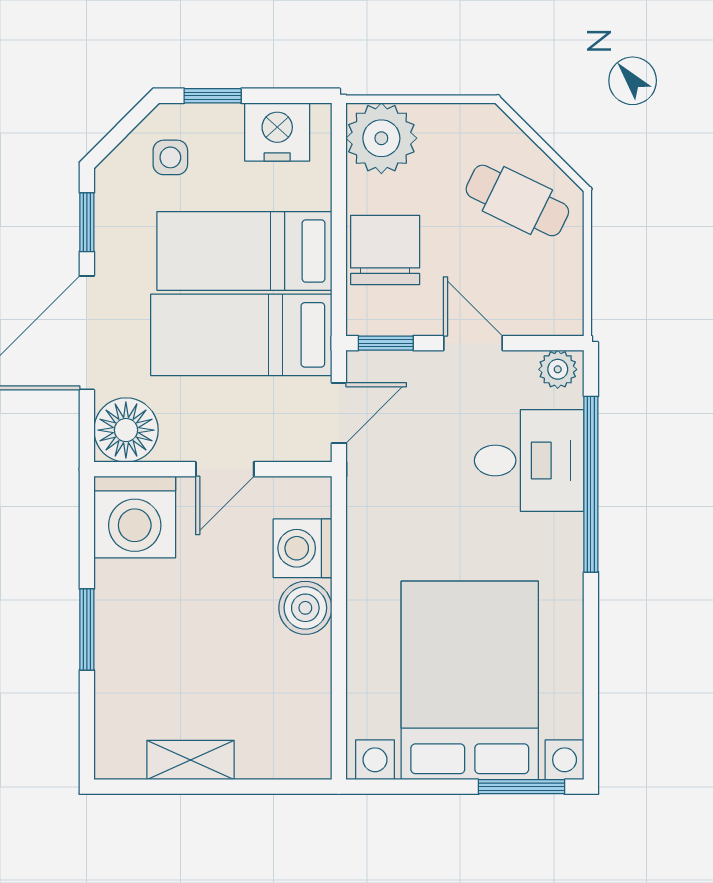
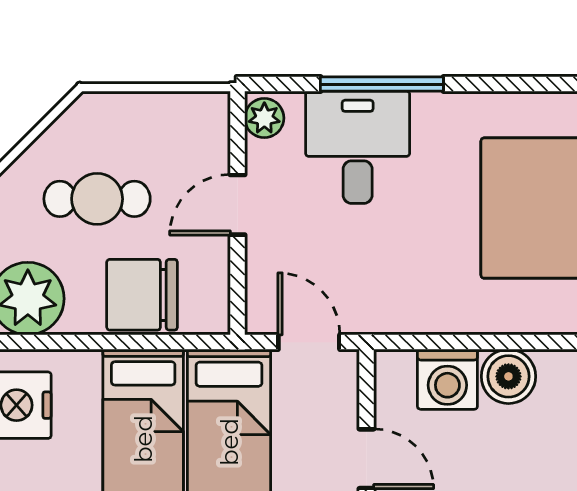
cafe table: (517, 200) -> (97, 199), moved, turned 64
window: (386, 343) -> (238, 294), removed
window: (591, 484) -> (382, 84), width x0.68

